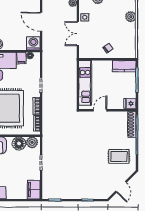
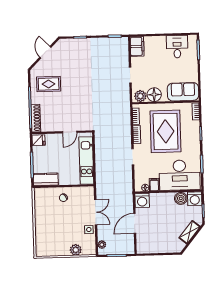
plant: (131, 17) -> (40, 232), removed
door: (41, 22) -> (135, 223), swing flipped

